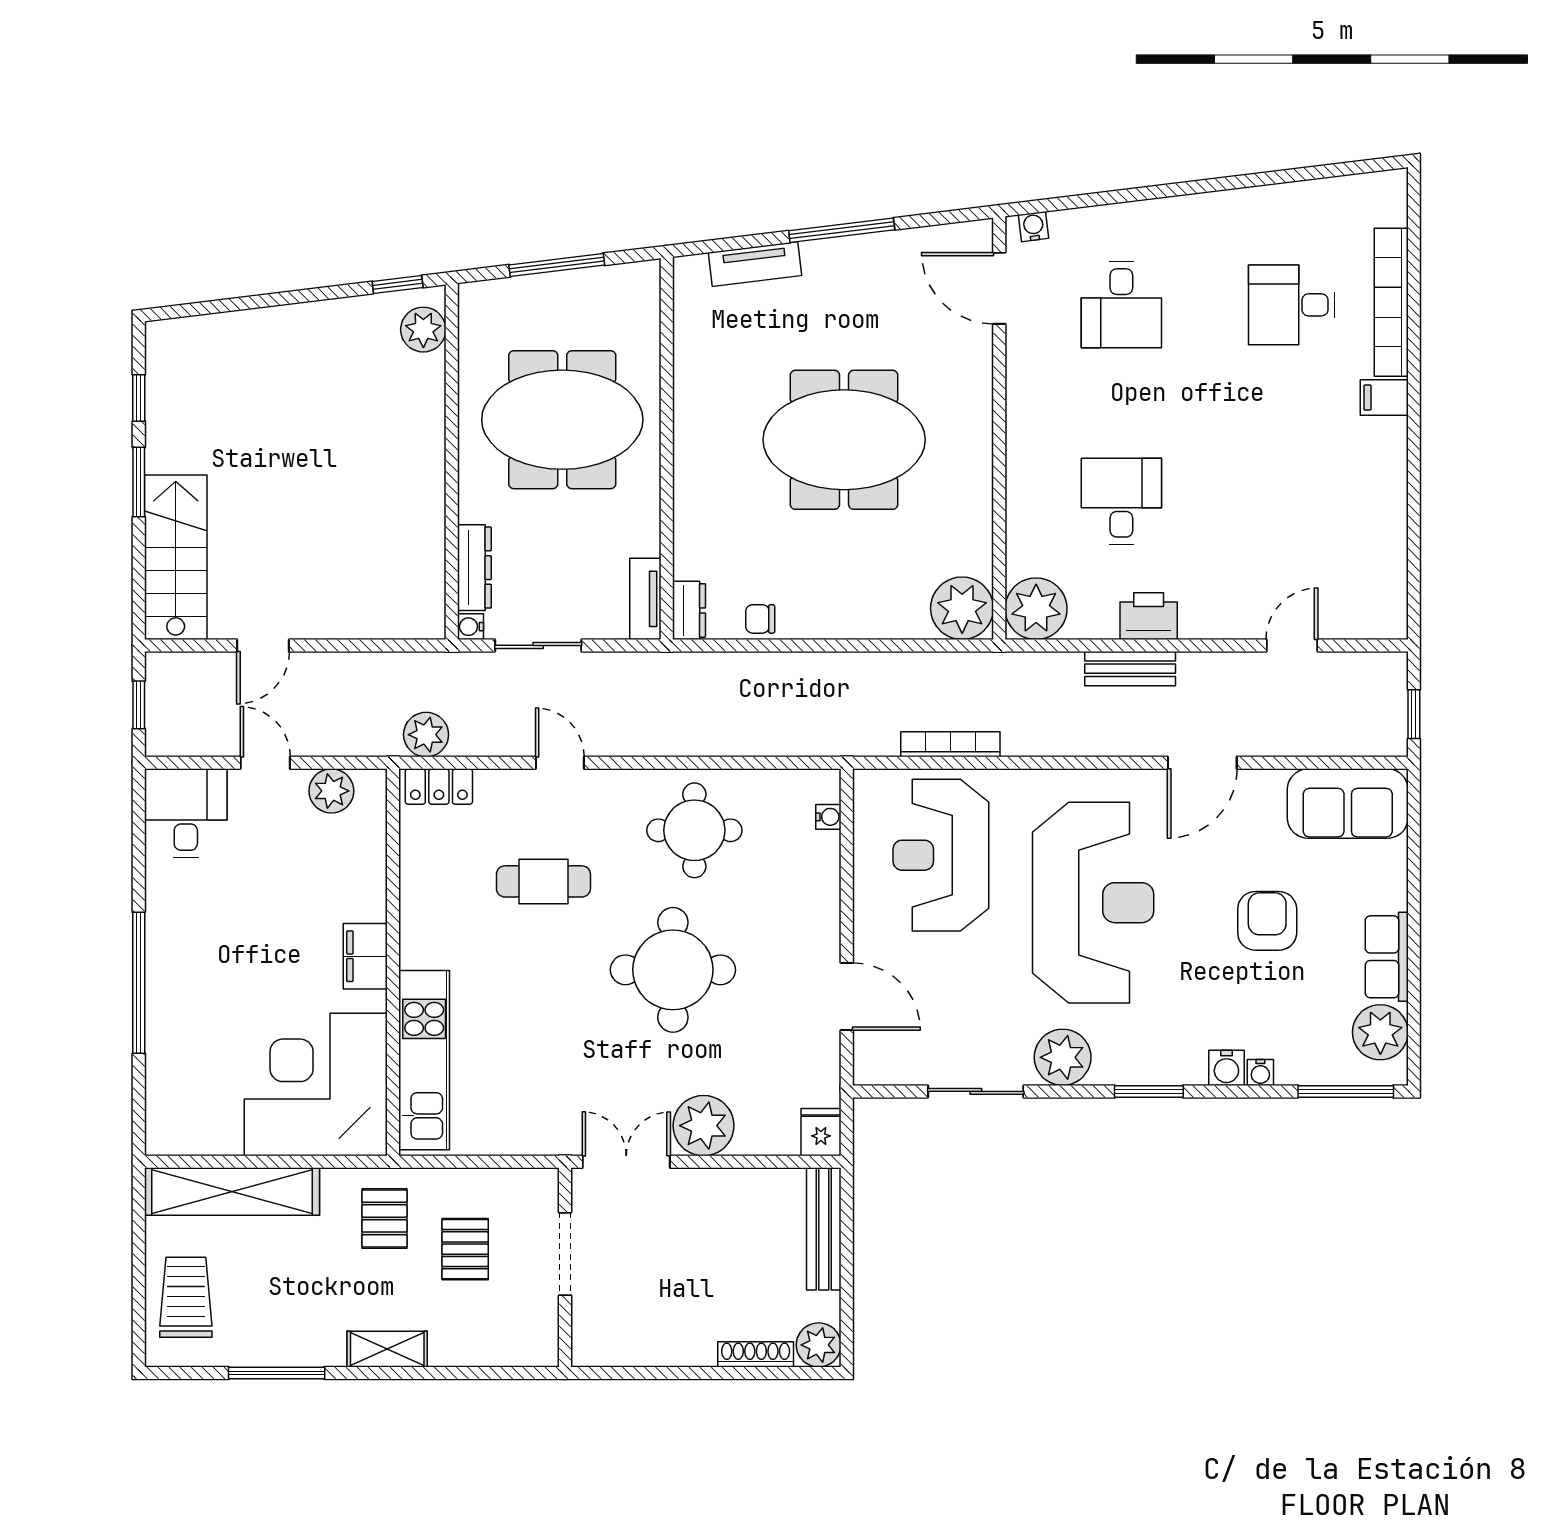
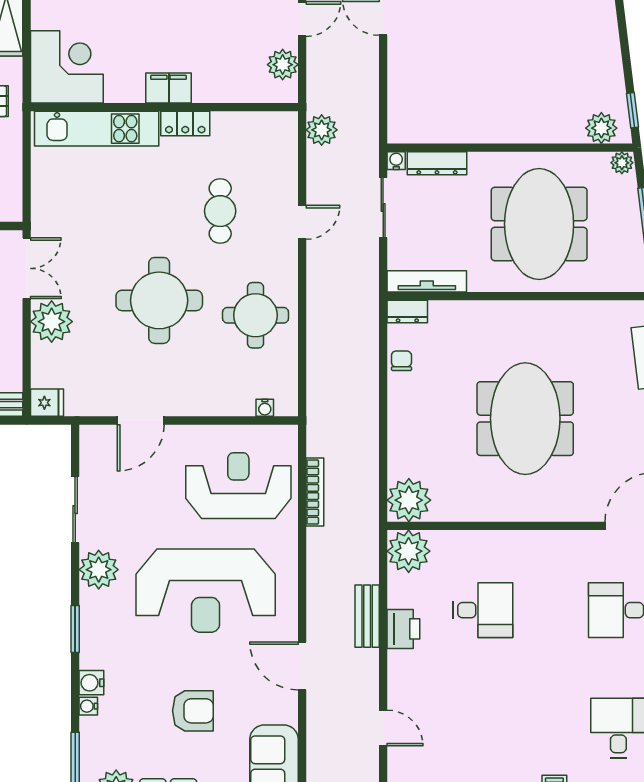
plant: (474, 300) -> (622, 163), added
tv unit: (645, 599) -> (427, 281), width x1.41
locker: (439, 787) -> (185, 123), moved, turned -90
corner desk: (316, 1085) -> (67, 67), width x0.74, depth x0.74

